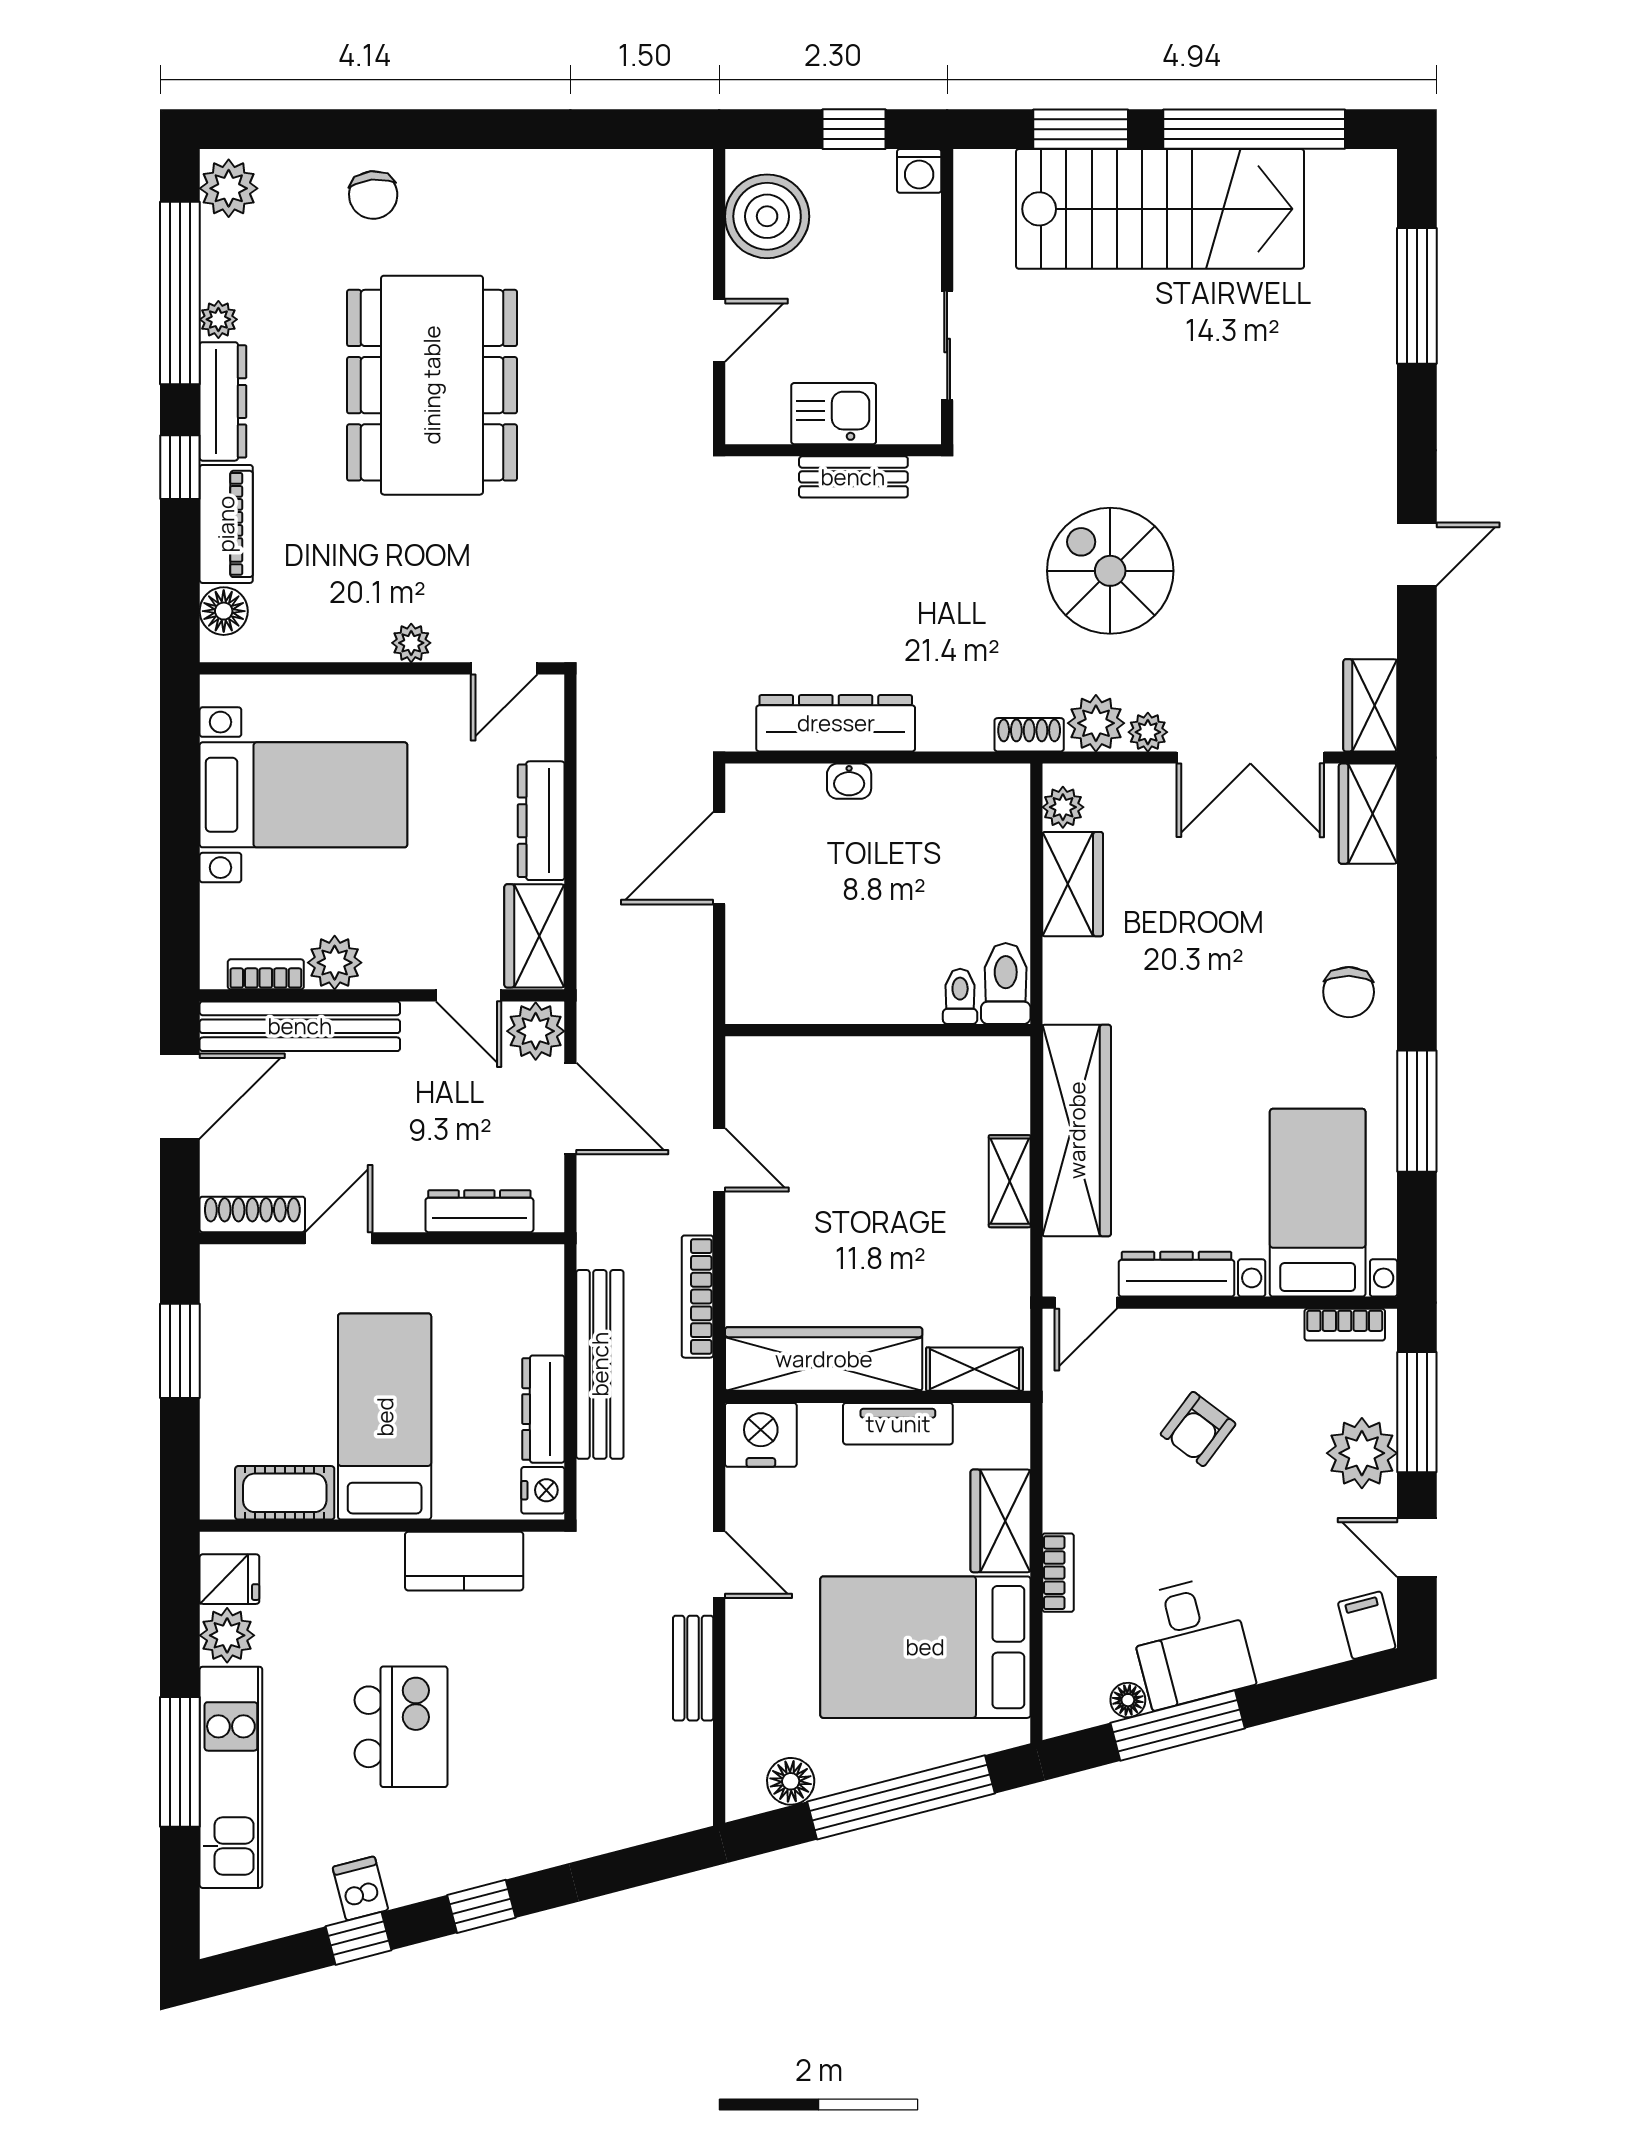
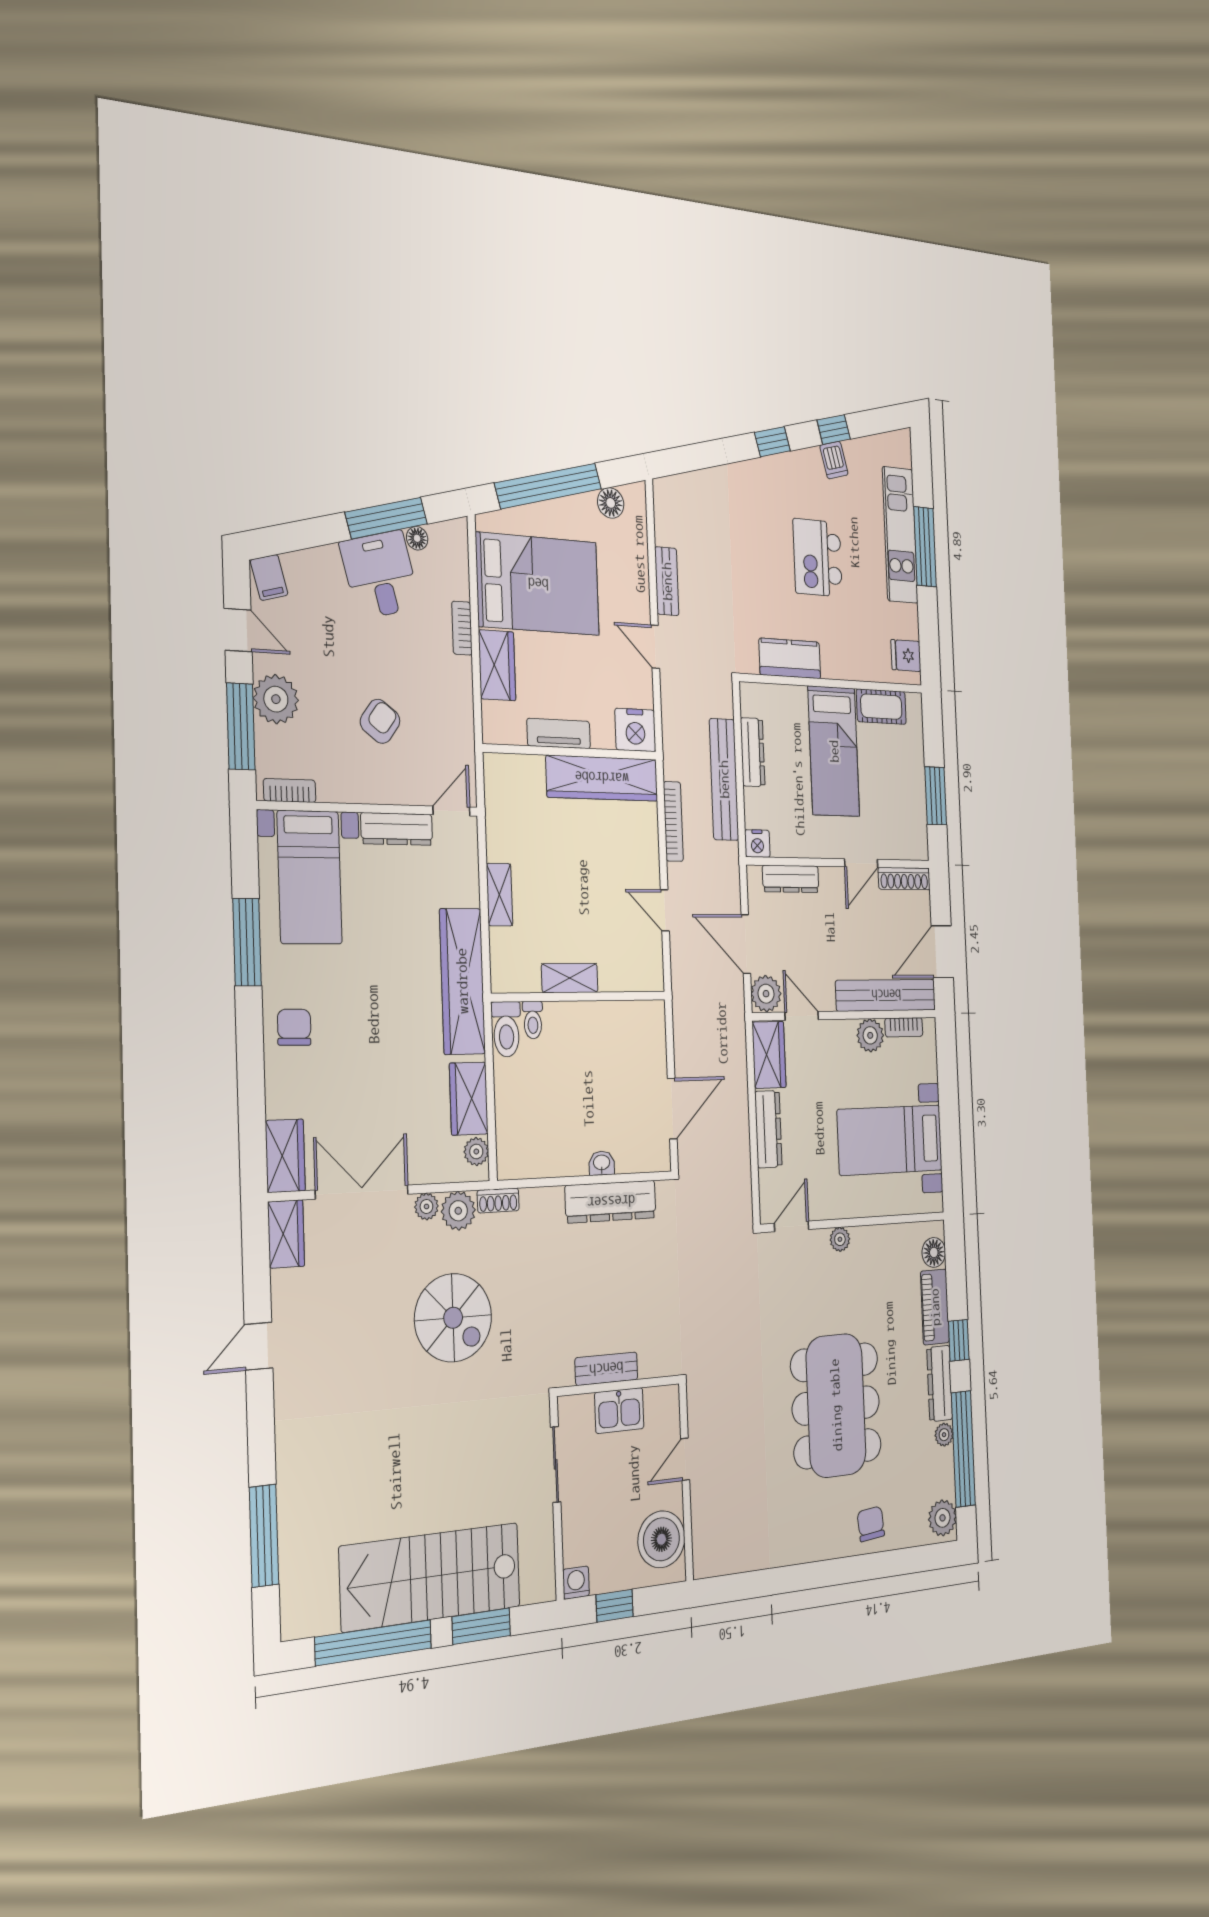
wardrobe: (1077, 1130) -> (462, 981), moved
shelving: (974, 1369) -> (570, 978), moved
nightstand: (543, 1490) -> (757, 844), moved, turned -90
plant: (227, 1635) -> (906, 621), removed

